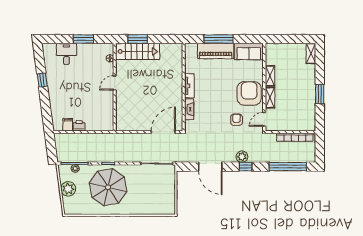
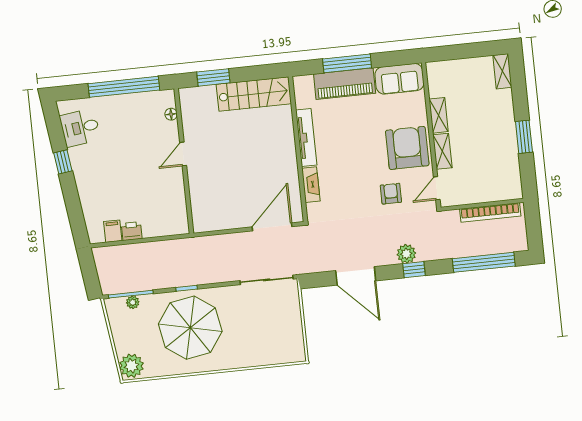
window: (83, 39) -> (124, 87), width x2.11
stairs: (138, 51) -> (254, 94), moved
desk: (66, 54) -> (80, 128), moved, turned -98
tv unit: (189, 86) -> (306, 137), width x1.41
plant: (68, 189) -> (132, 366), moved

